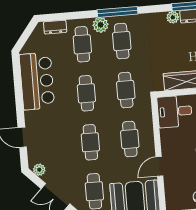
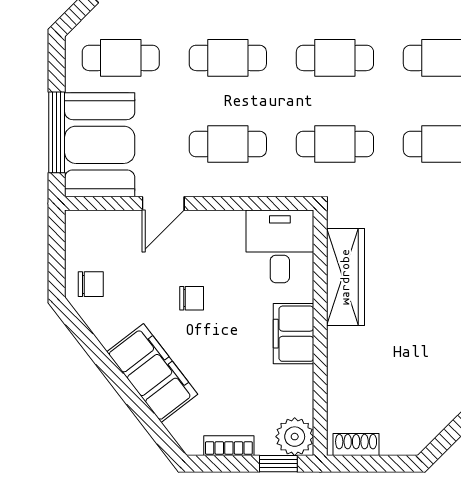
door: (159, 166) -> (163, 203), swing flipped

